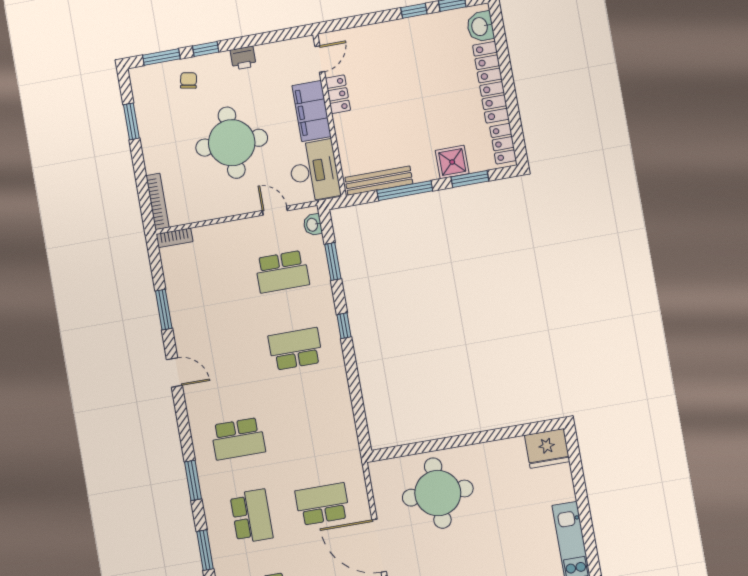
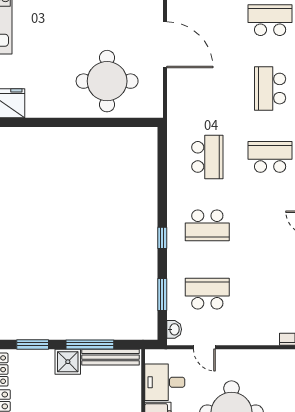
shower: (452, 162) -> (68, 362), moved
desk: (314, 171) -> (165, 382), width x0.73
school desk: (322, 504) -> (207, 157), moved, turned -90

